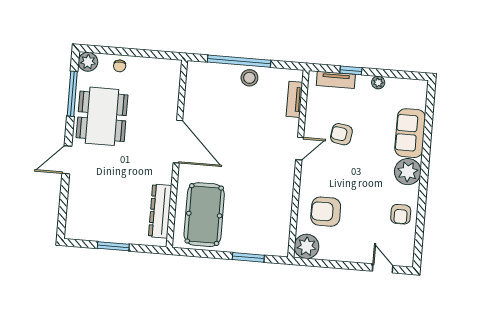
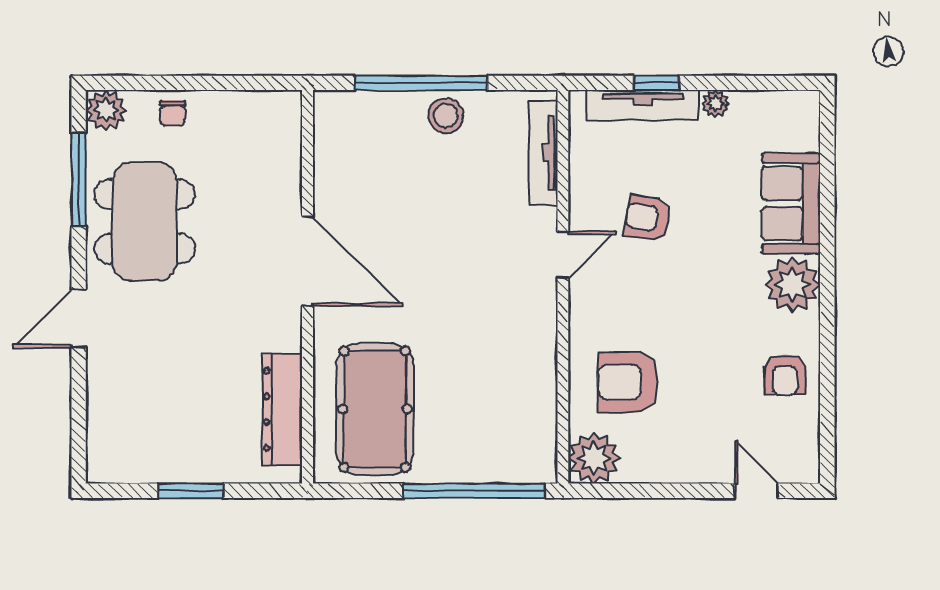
tv unit: (336, 80) -> (643, 105), width x1.41
tv unit: (294, 99) -> (543, 153), width x1.41
window: (248, 257) -> (474, 491), width x2.11

